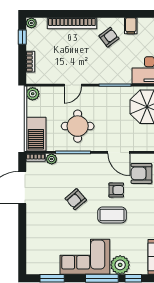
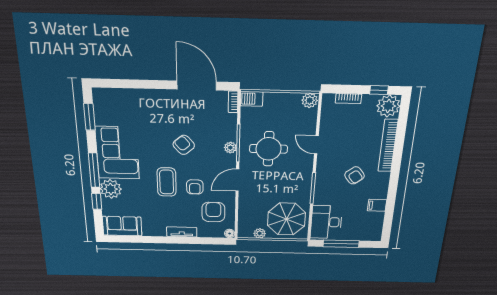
plant: (31, 23) -> (388, 106), width x1.87, depth x1.87
armchair: (109, 37) -> (354, 175), moved
barbecue: (36, 134) -> (252, 99), width x0.53, depth x0.65
door: (119, 152) -> (237, 180), moved
plant: (52, 159) -> (230, 148), moved

